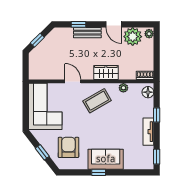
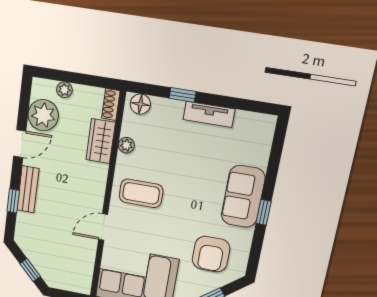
plant: (149, 34) -> (64, 90), moved
wardrobe: (106, 72) -> (101, 141), moved
coffee table: (97, 101) -> (141, 193), turned -60
armchair: (68, 147) -> (211, 254), turned -90
window: (157, 157) -> (256, 107), removed

